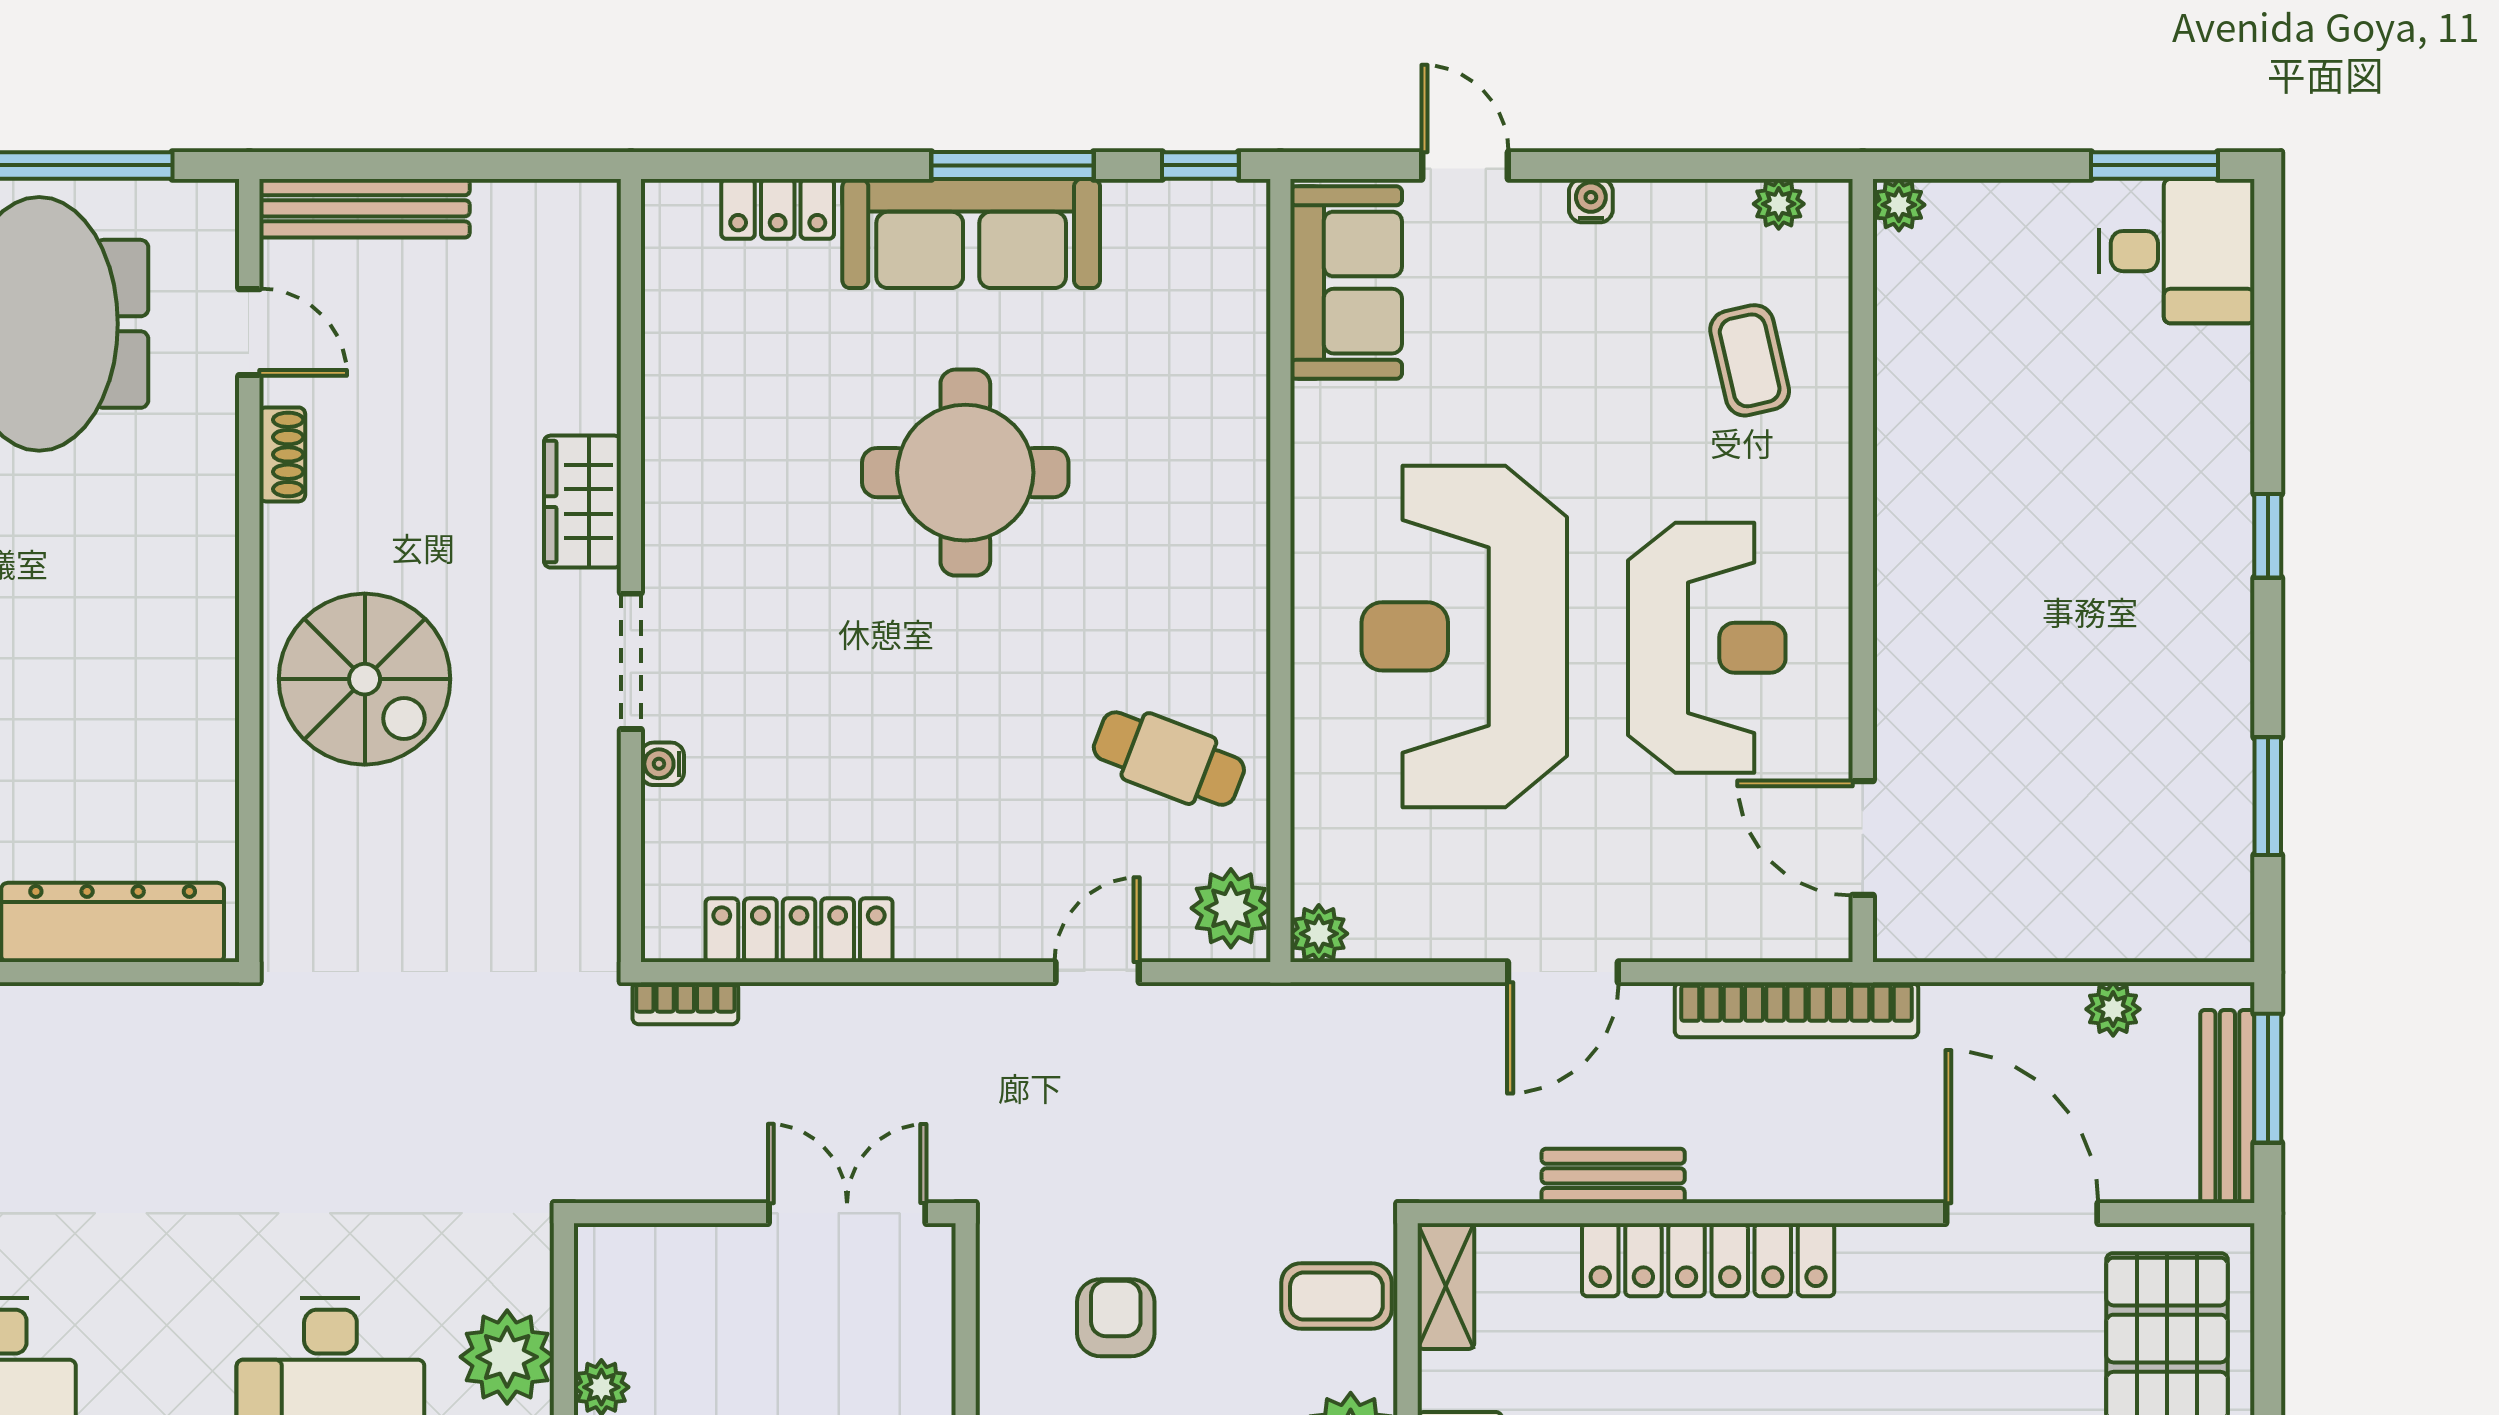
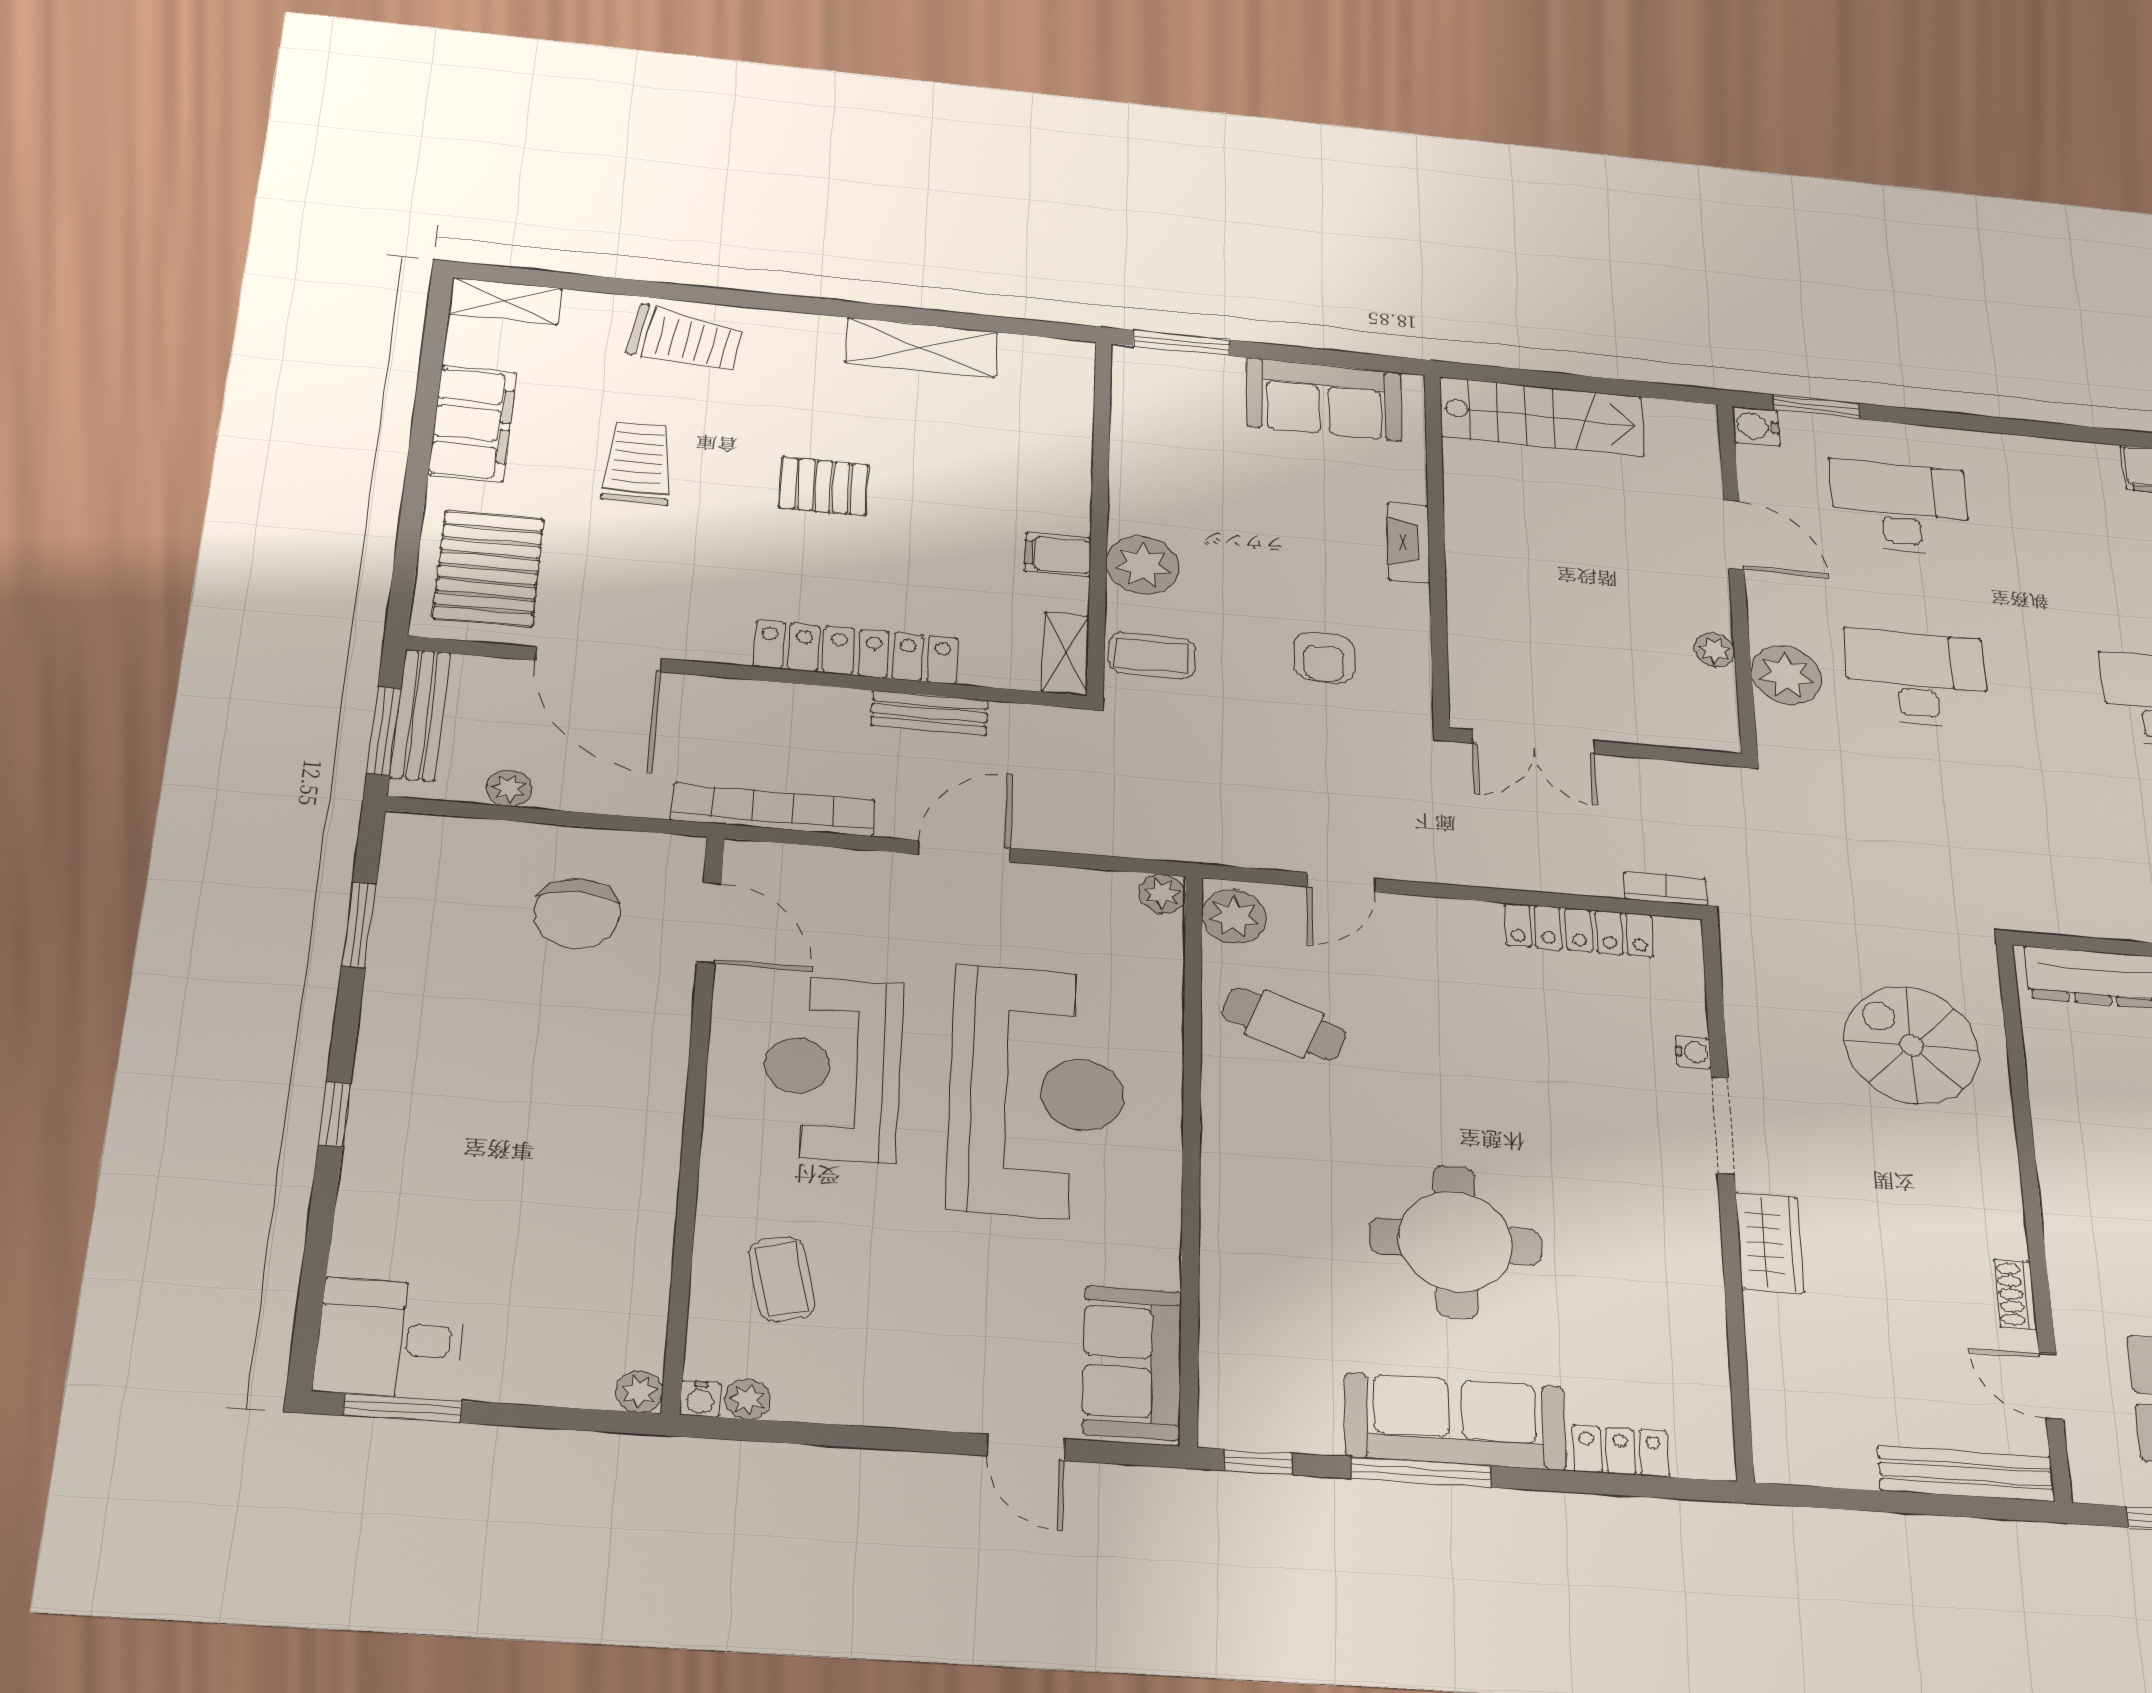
water cooler: (1591, 201) -> (700, 1399), moved
spiral stairs: (365, 679) -> (1912, 1045), moved
chair: (2019, 836) -> (577, 914), added

